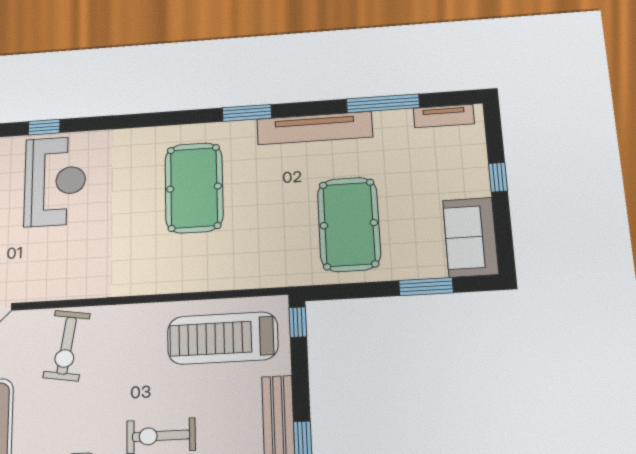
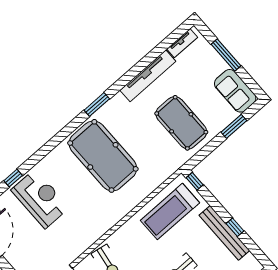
window: (383, 103) -> (152, 56), removed
tv unit: (315, 128) -> (148, 76), moved
window: (498, 177) -> (226, 55), width x2.17
pool table: (194, 188) -> (103, 156), width x1.36, depth x1.32

